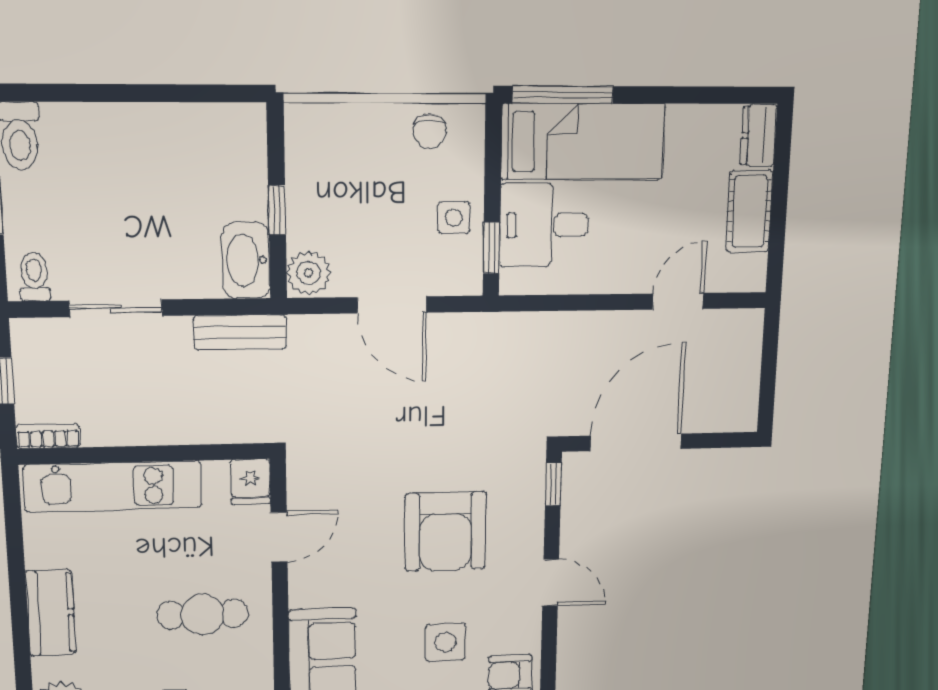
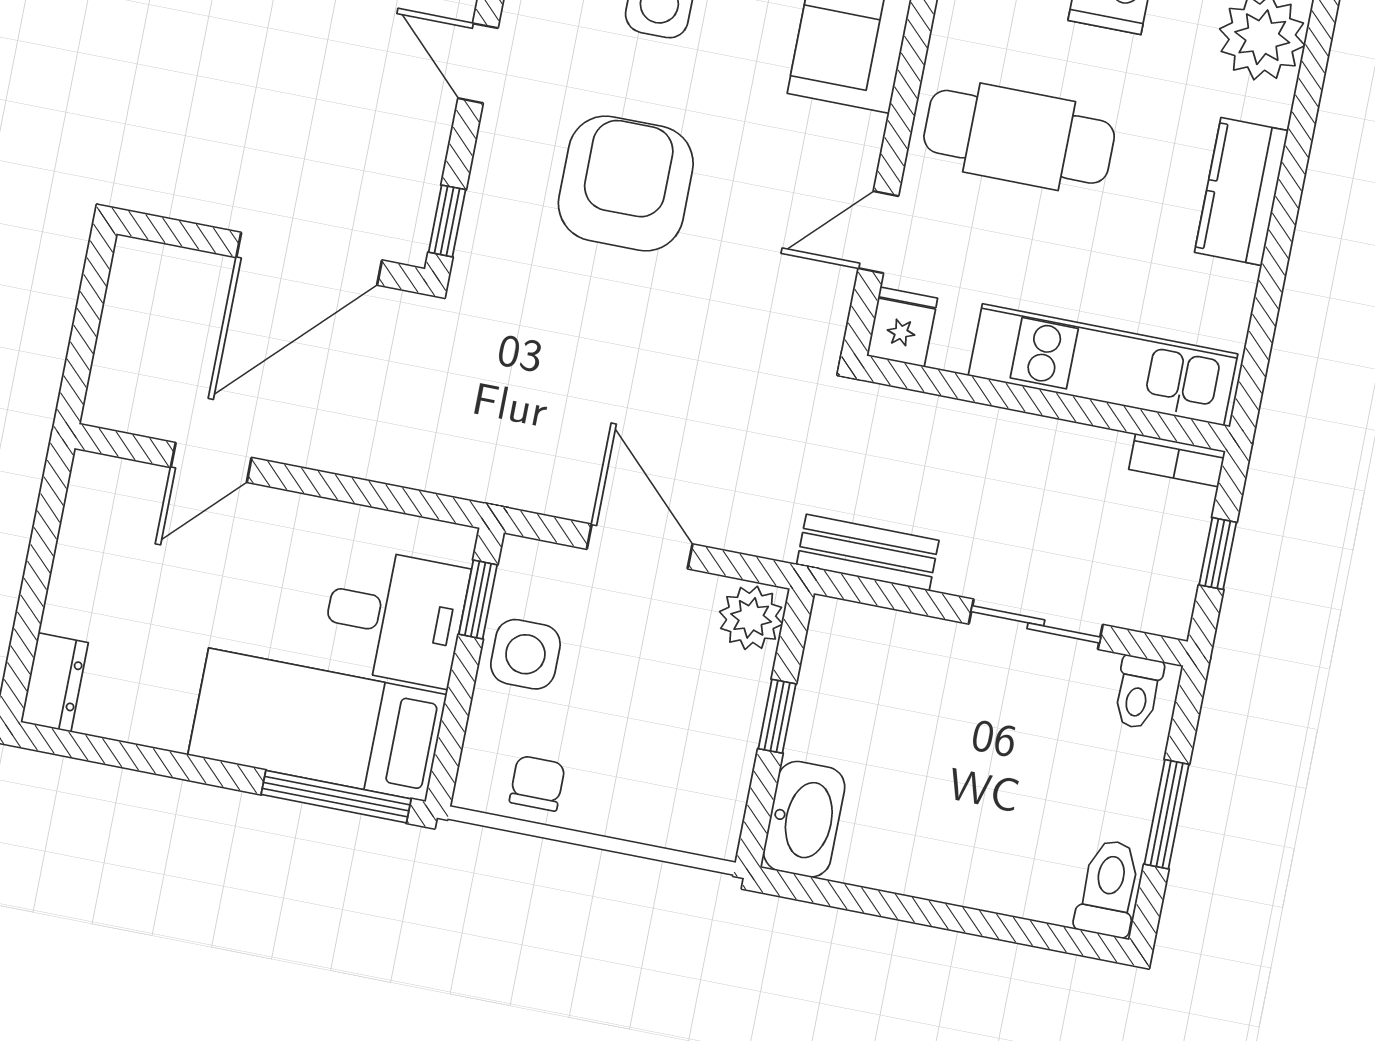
cot: (749, 211) -> (83, 575), removed
side table: (454, 218) -> (525, 654), width x1.37, depth x1.37
washbasin: (246, 260) -> (804, 819), moved
cafe table: (203, 614) -> (1019, 137), width x1.37, depth x1.35

